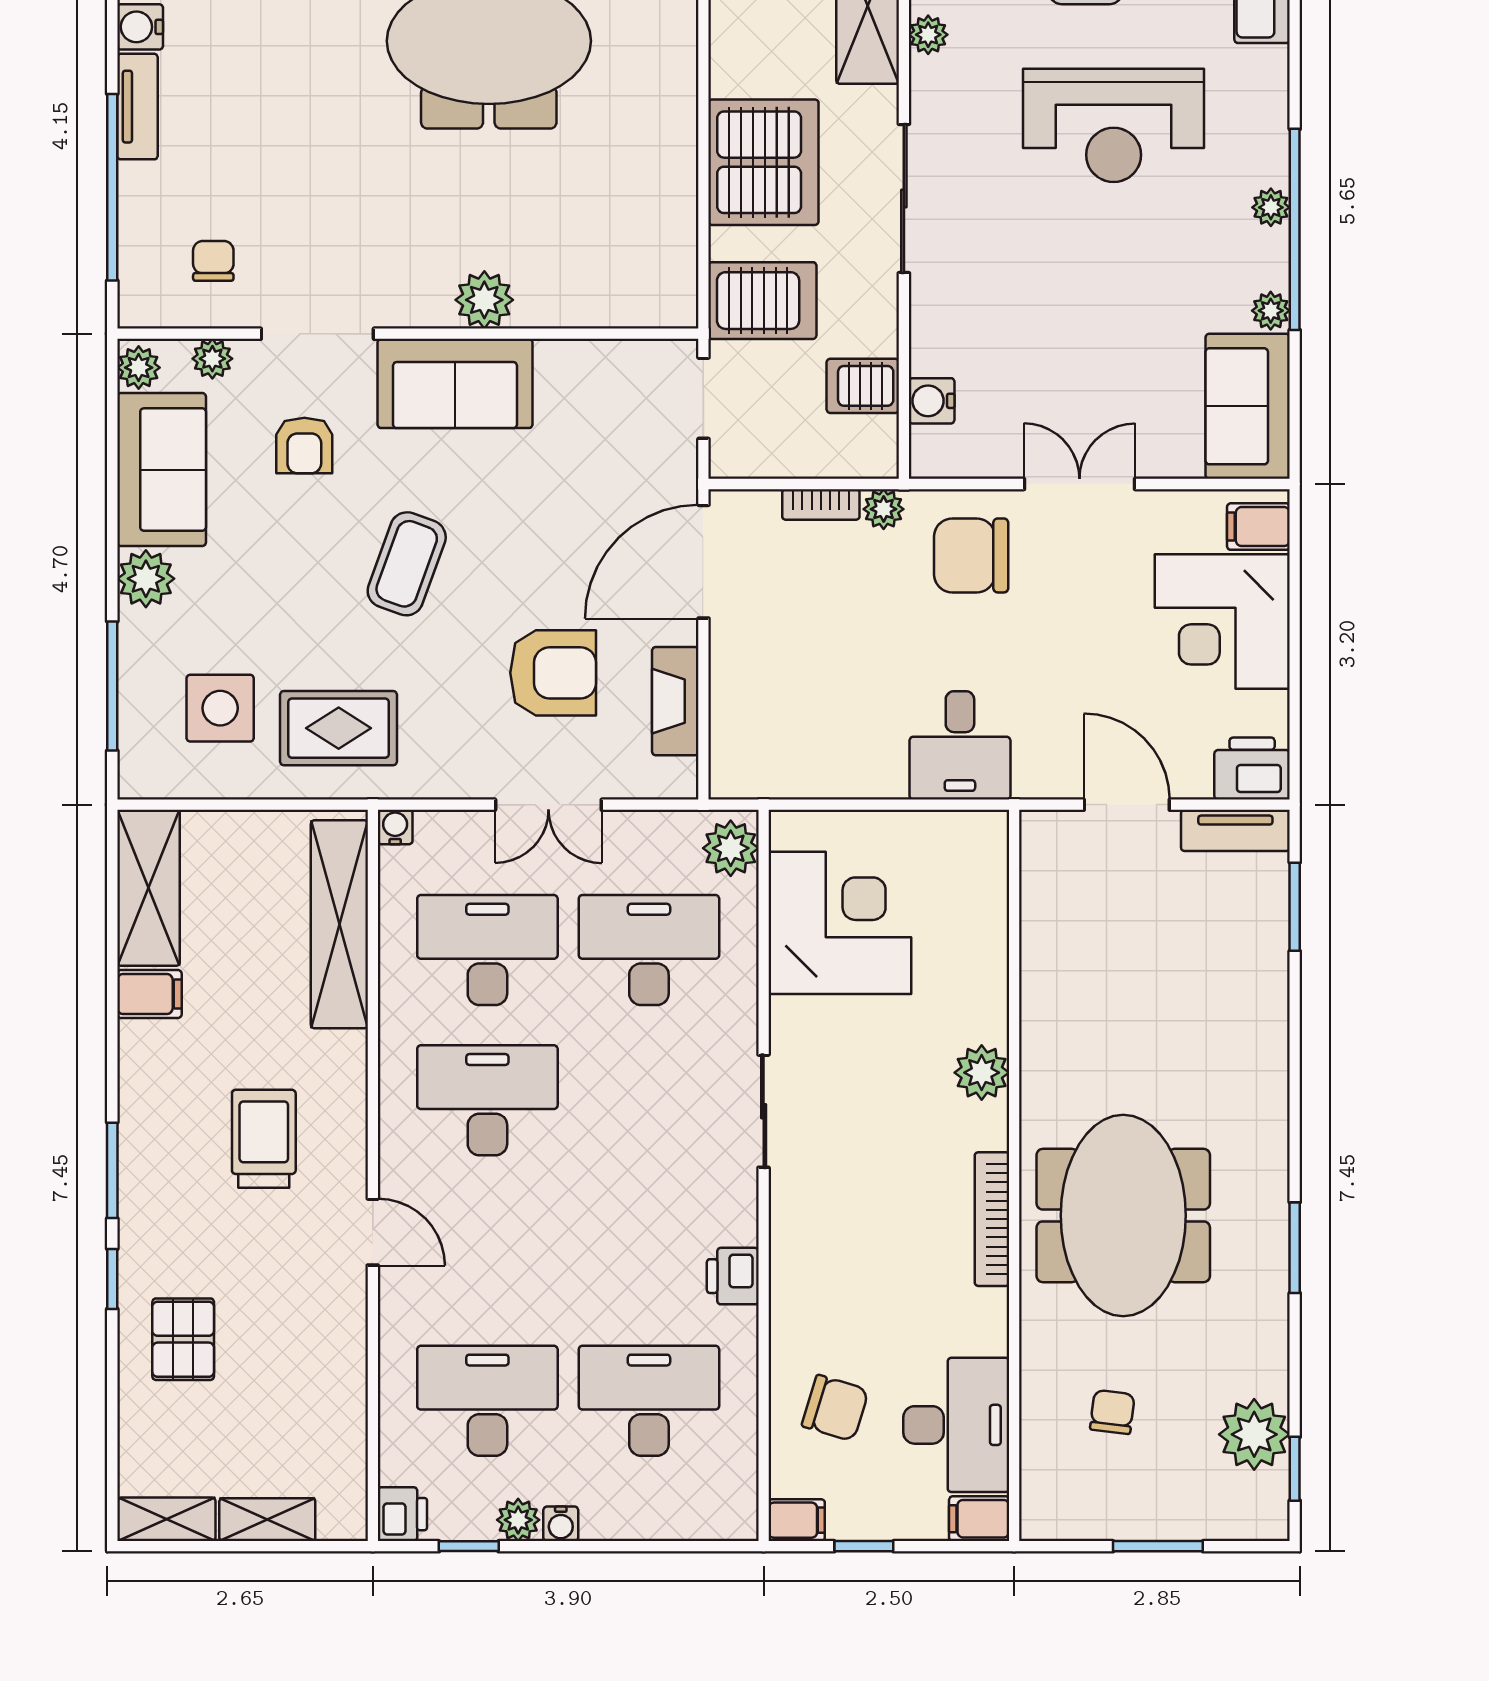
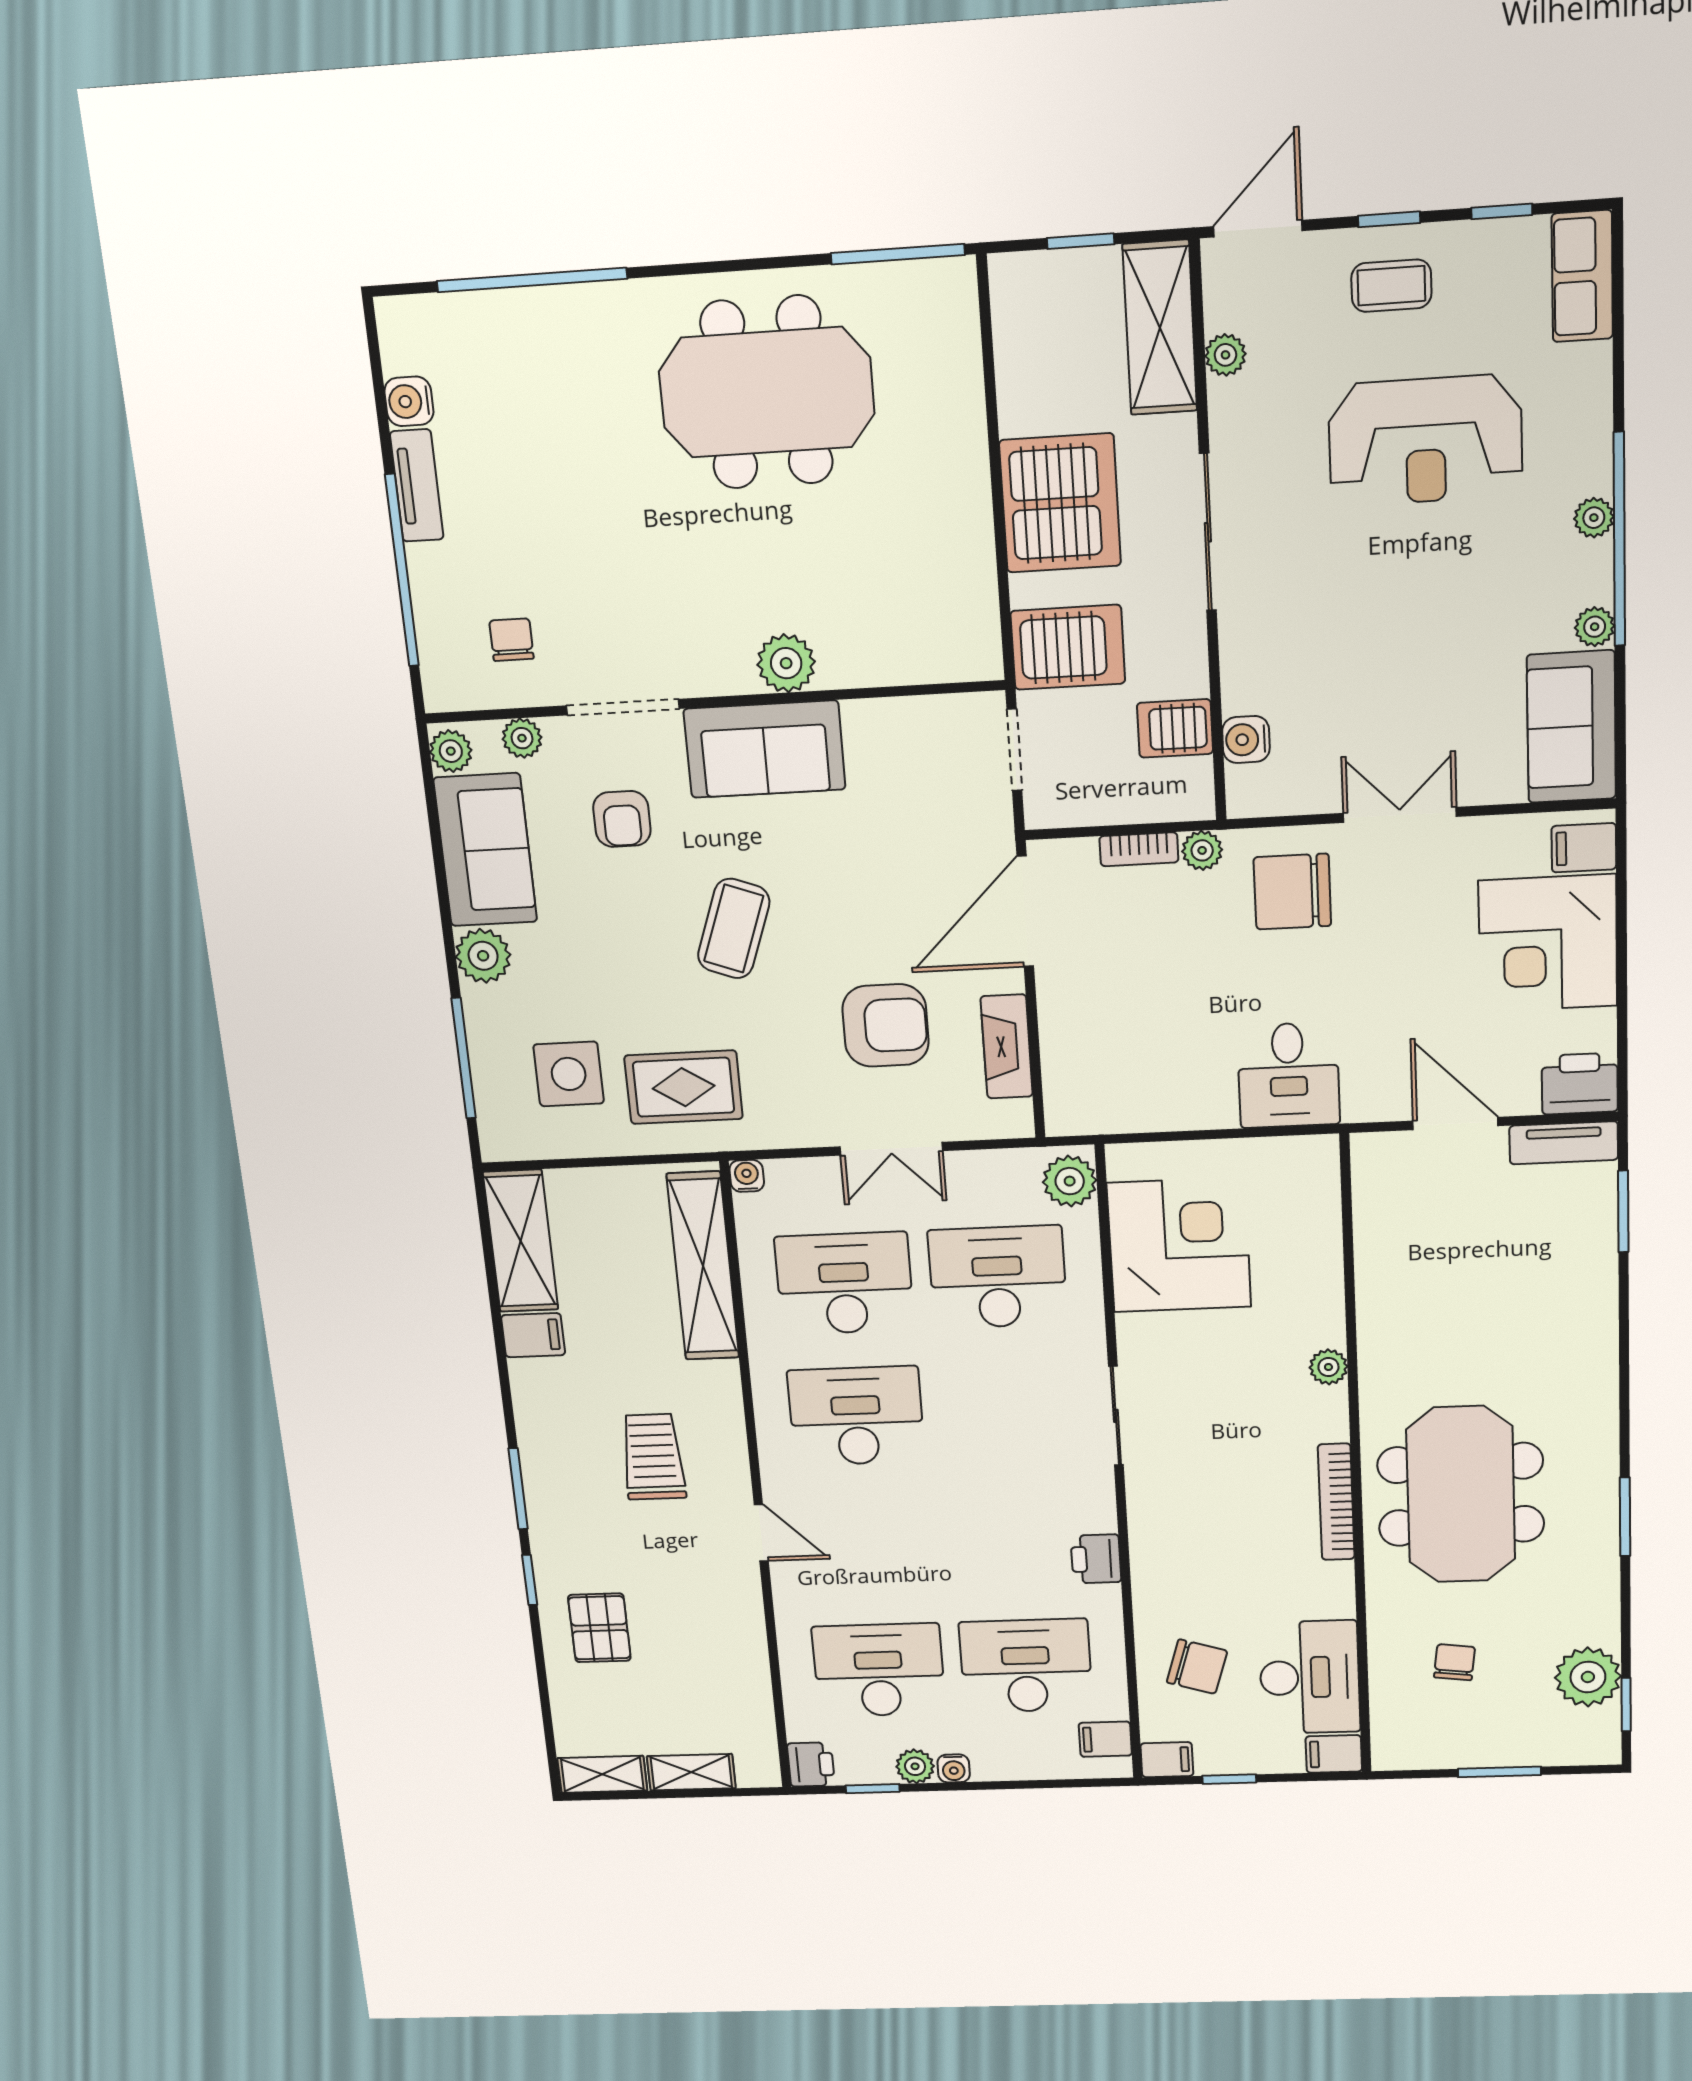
plant: (982, 1073) -> (1328, 1367), width x0.73, depth x0.73
filing cabinet: (730, 1493) -> (1105, 1739), added

